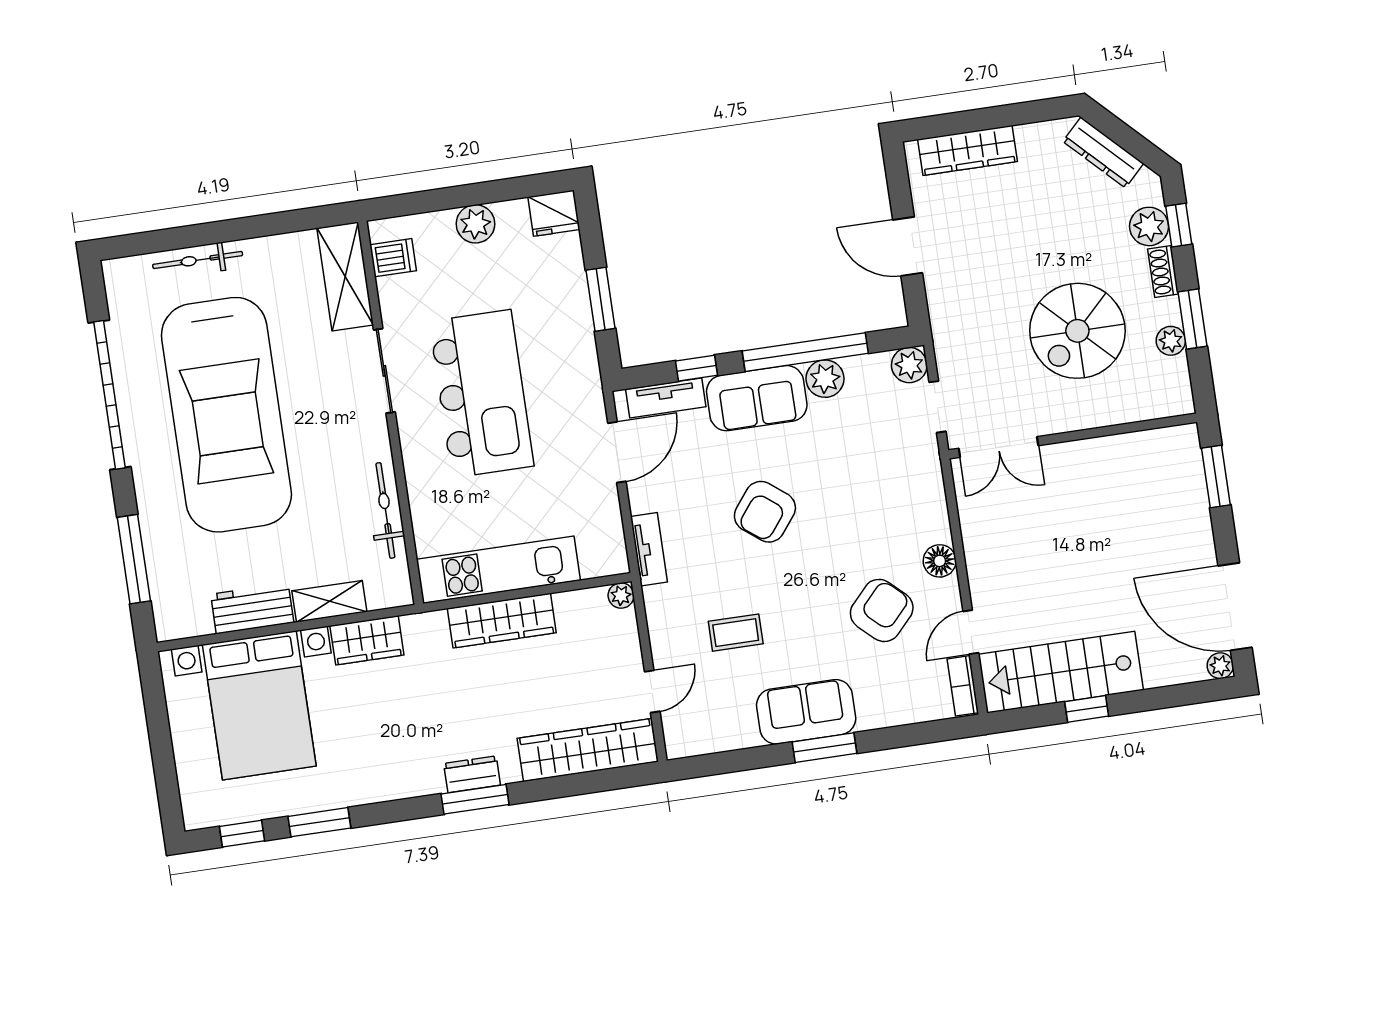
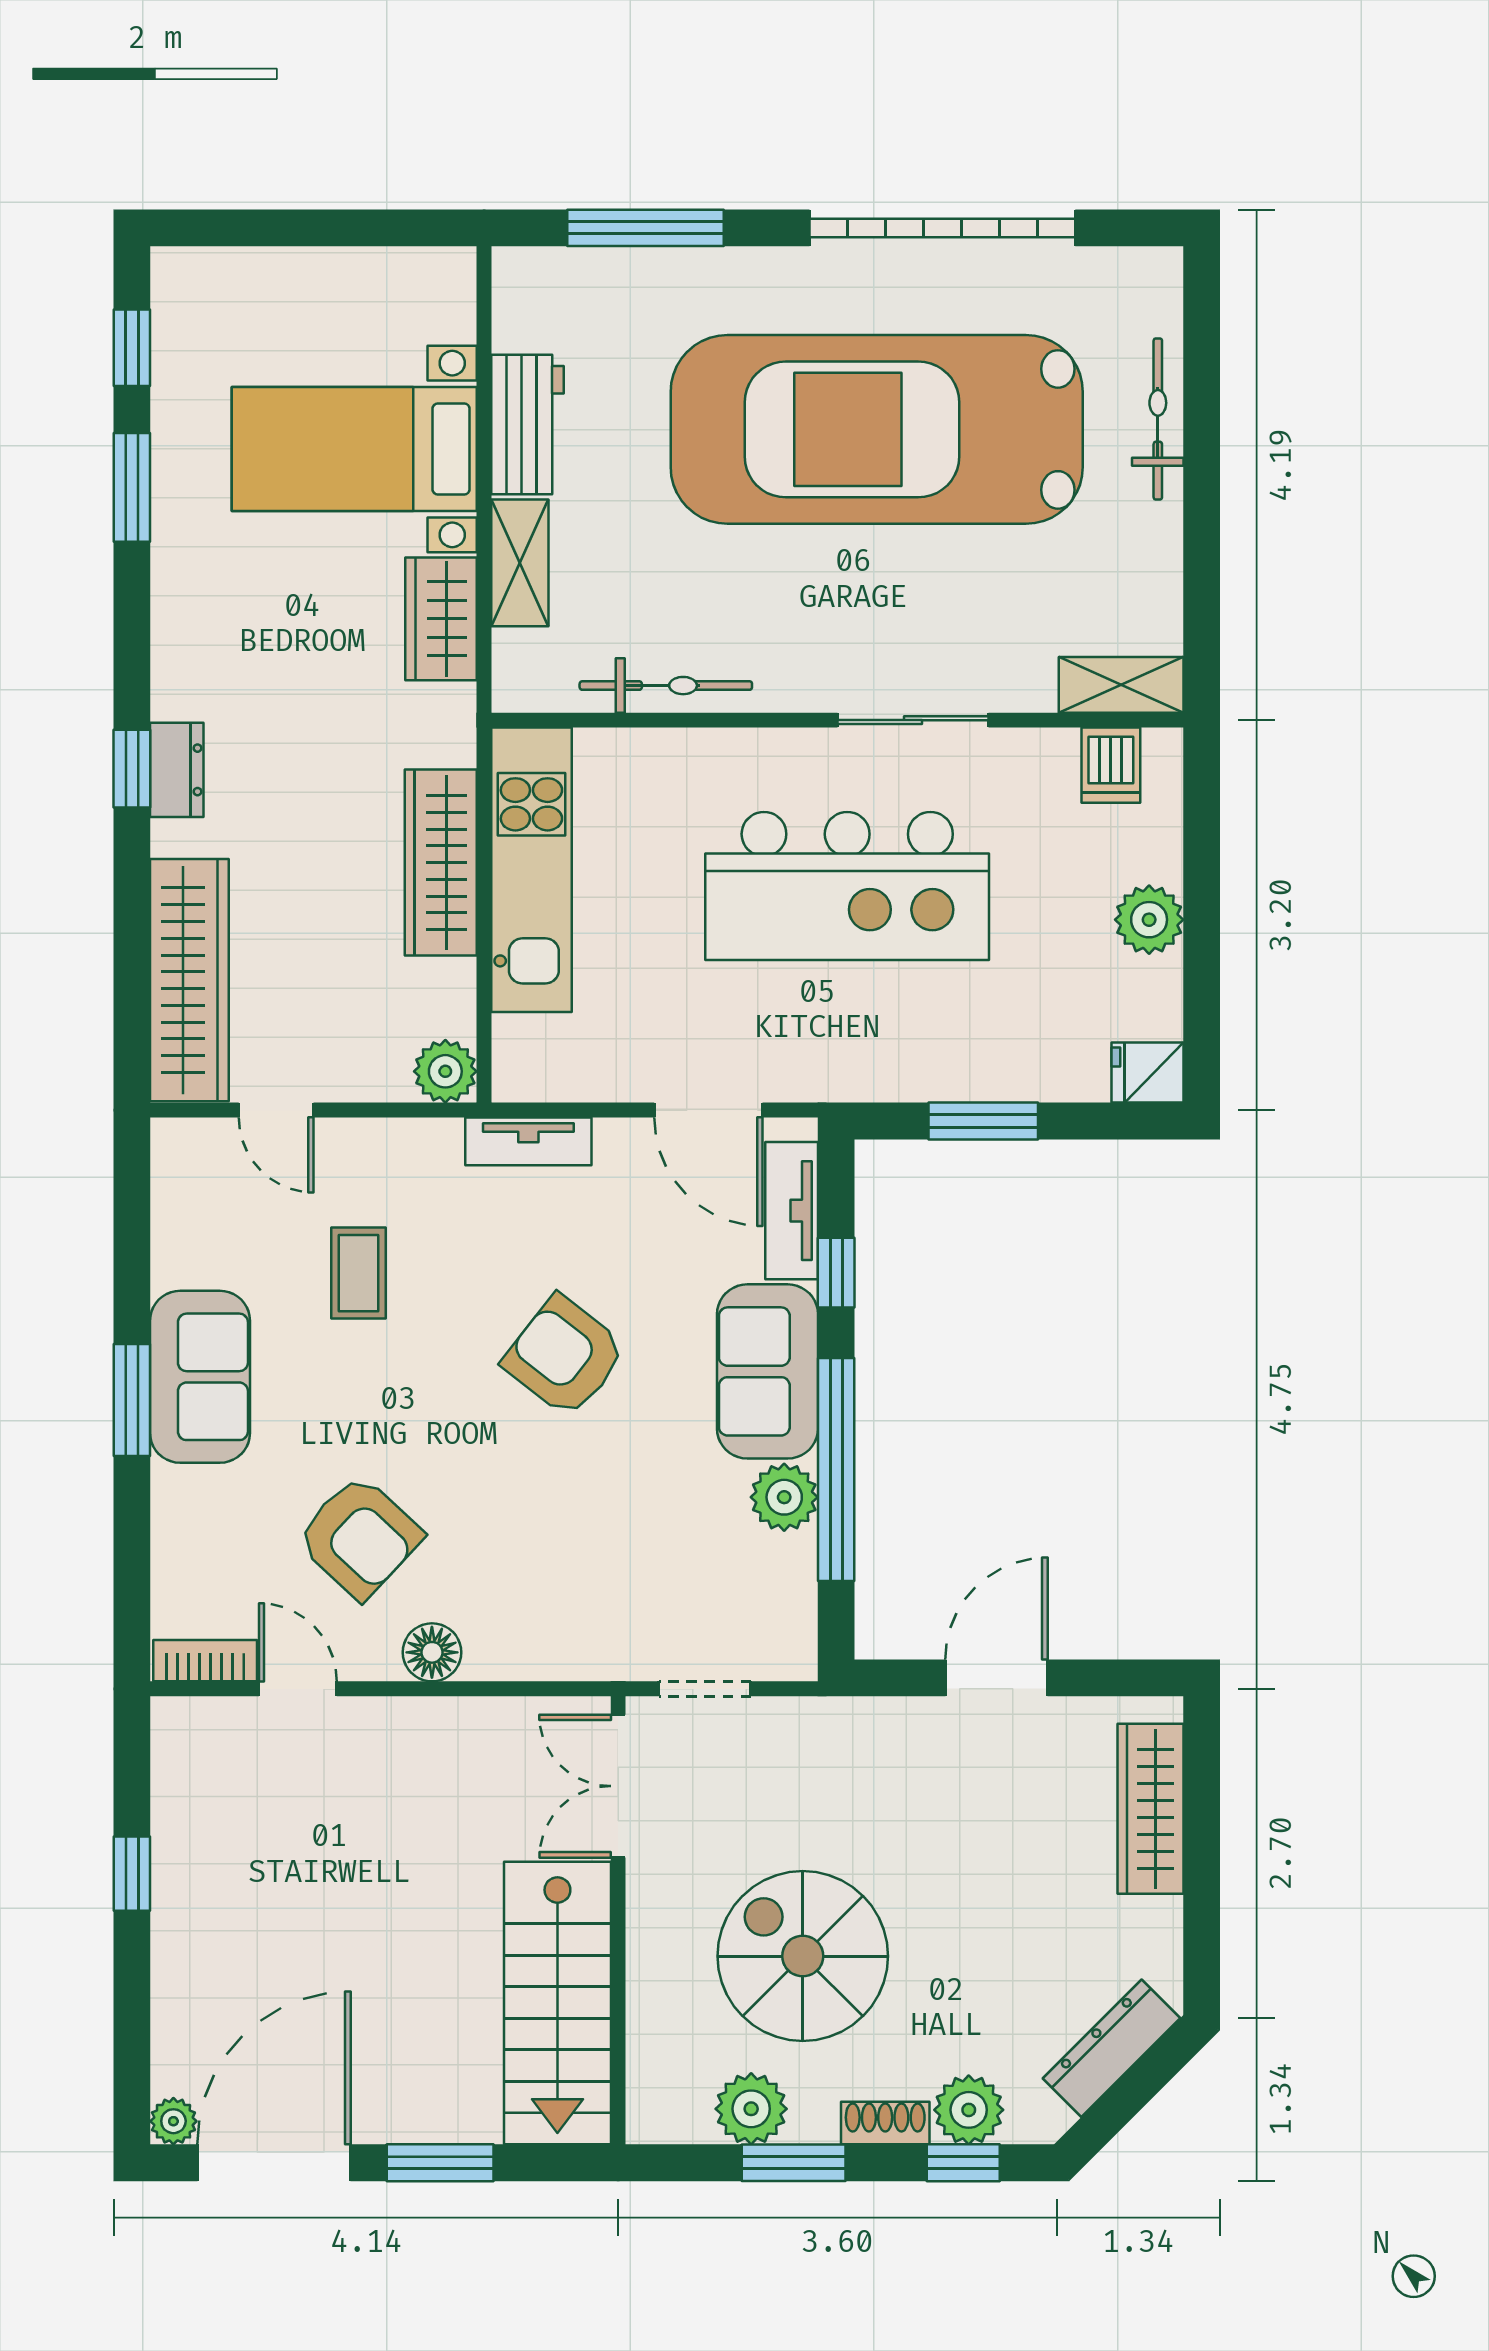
fridge: (554, 213) -> (1148, 1073), width x0.72
shelving: (345, 276) -> (1121, 685), width x0.67, depth x0.75
plant: (1171, 341) -> (751, 2109), width x1.38, depth x1.38
plant: (909, 365) -> (786, 1650), removed
window: (1216, 476) -> (440, 2163), moved
plant: (621, 596) -> (445, 1071), width x1.37, depth x1.37
stairs: (1061, 672) -> (557, 2003), moved, turned 180
bed with nightstands: (259, 705) -> (354, 449), width x0.73
window: (475, 799) -> (132, 769), width x0.67

